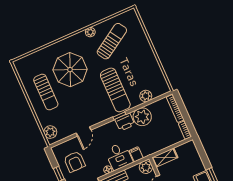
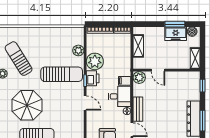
door: (84, 132) -> (85, 103), moved
shelving: (165, 158) -> (138, 46), moved

